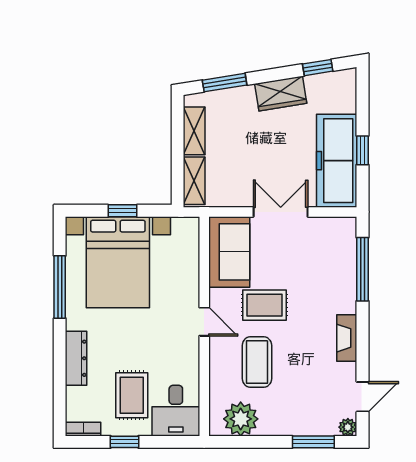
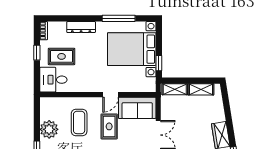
window: (225, 83) -> (227, 105), removed
window: (123, 211) -> (159, 63), moved
door: (204, 322) -> (111, 95), moved
coffee table: (257, 362) -> (79, 122), turned 90
plant: (241, 419) -> (49, 129), moved

